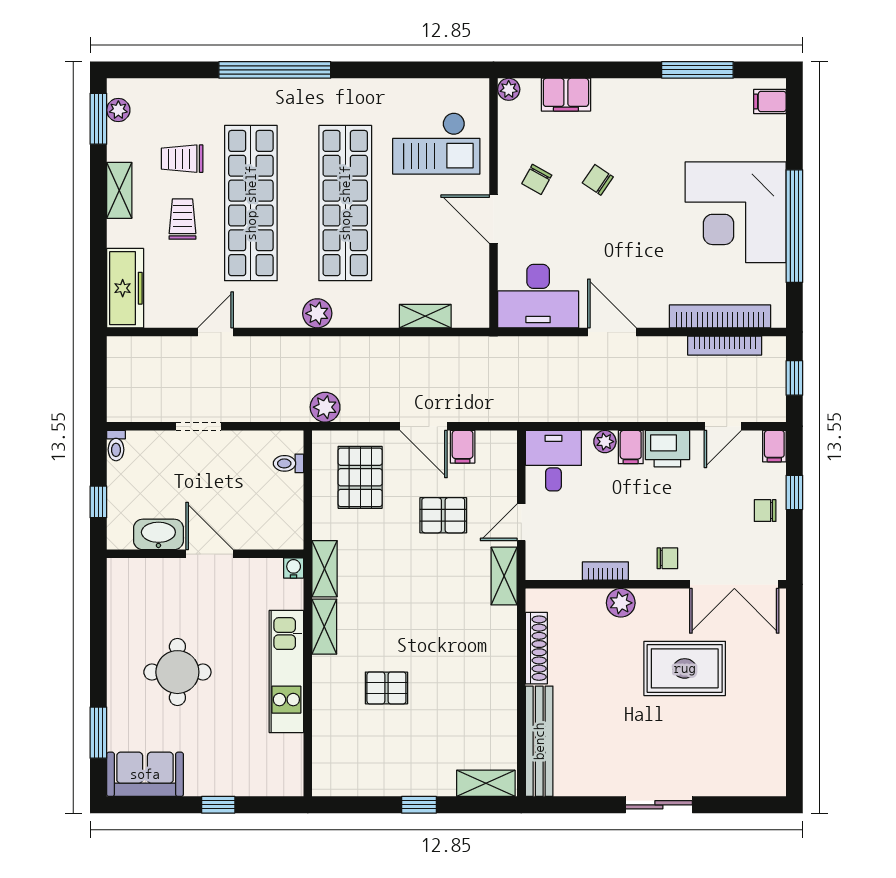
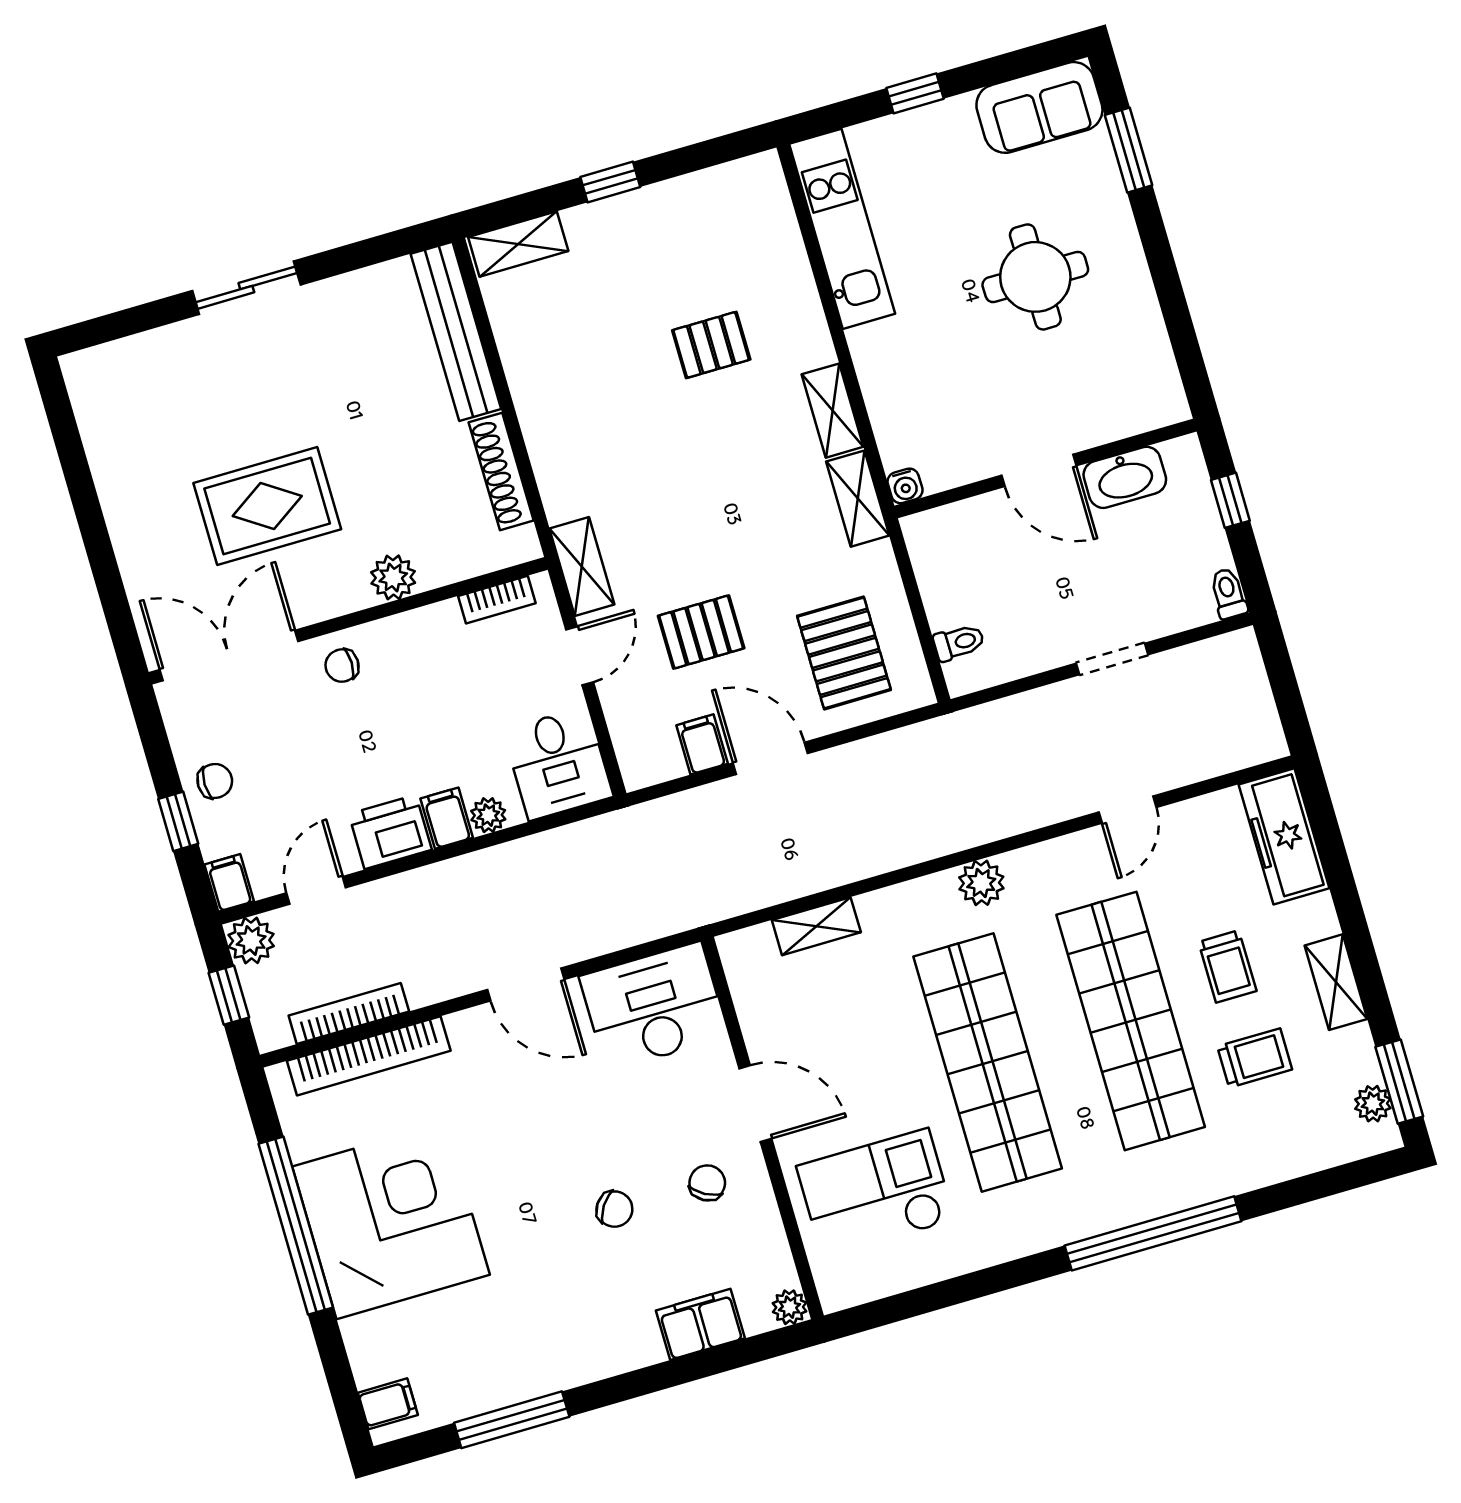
plant: (325, 407) -> (251, 941), moved
bookcase: (605, 571) -> (497, 600), moved
kitchen unit: (286, 671) -> (842, 229), moved

